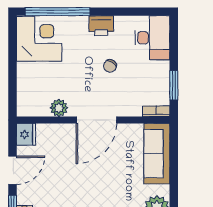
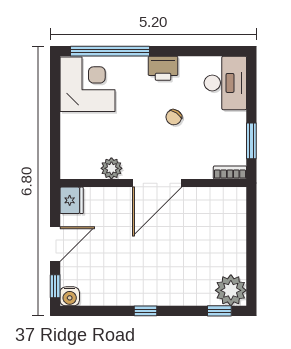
sofa: (157, 154) -> (231, 224), removed

